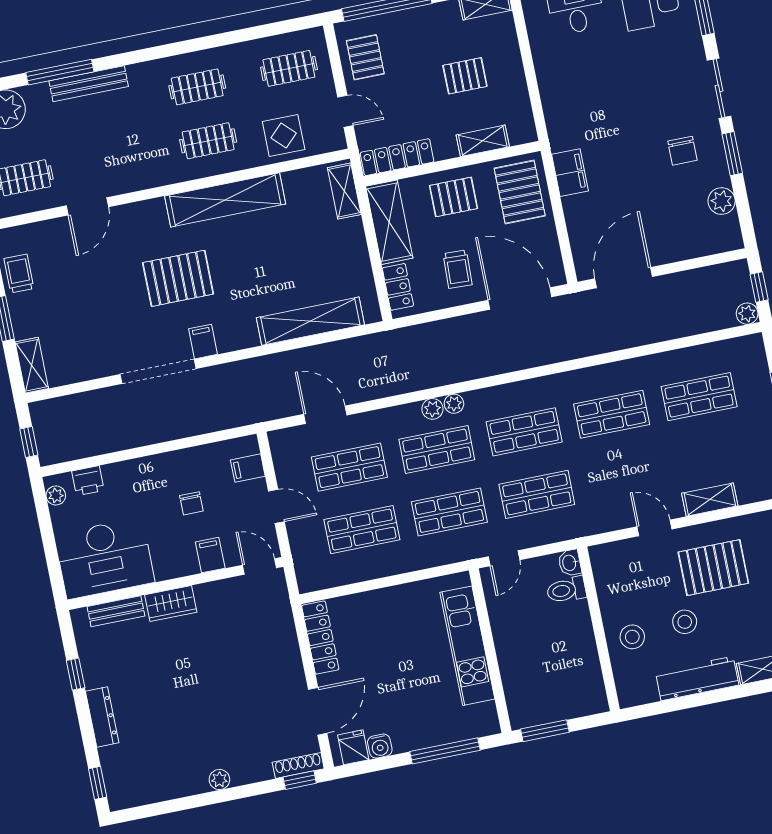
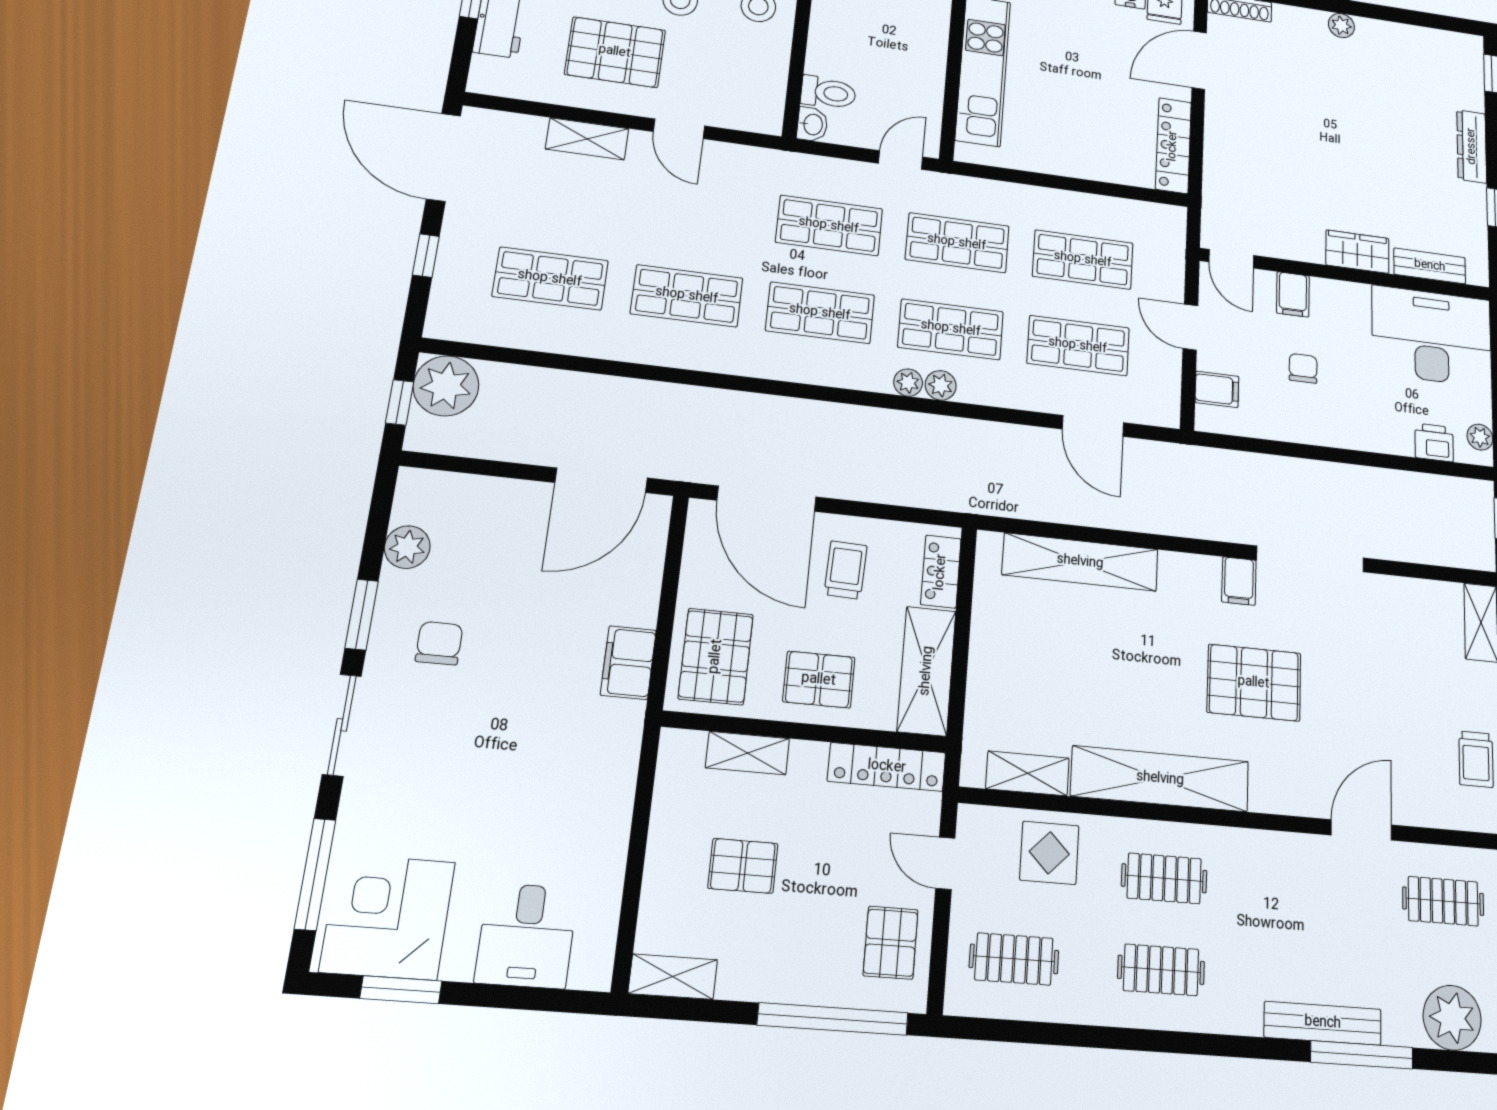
shelving: (344, 191) -> (1027, 773), moved, turned 90
plant: (747, 314) -> (446, 386), width x1.87, depth x1.87

